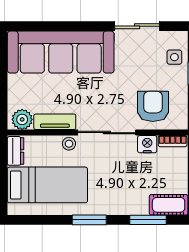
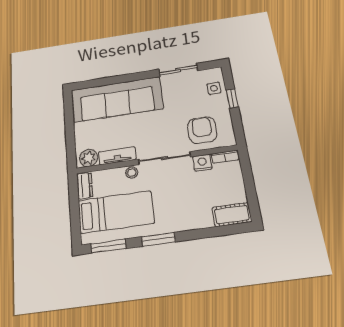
window: (148, 220) -> (108, 246), moved

